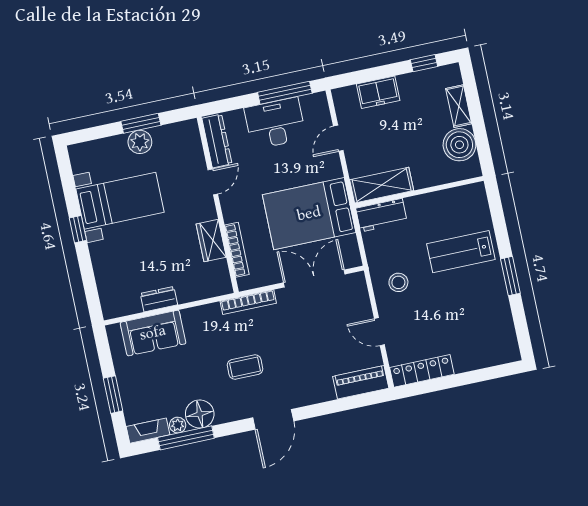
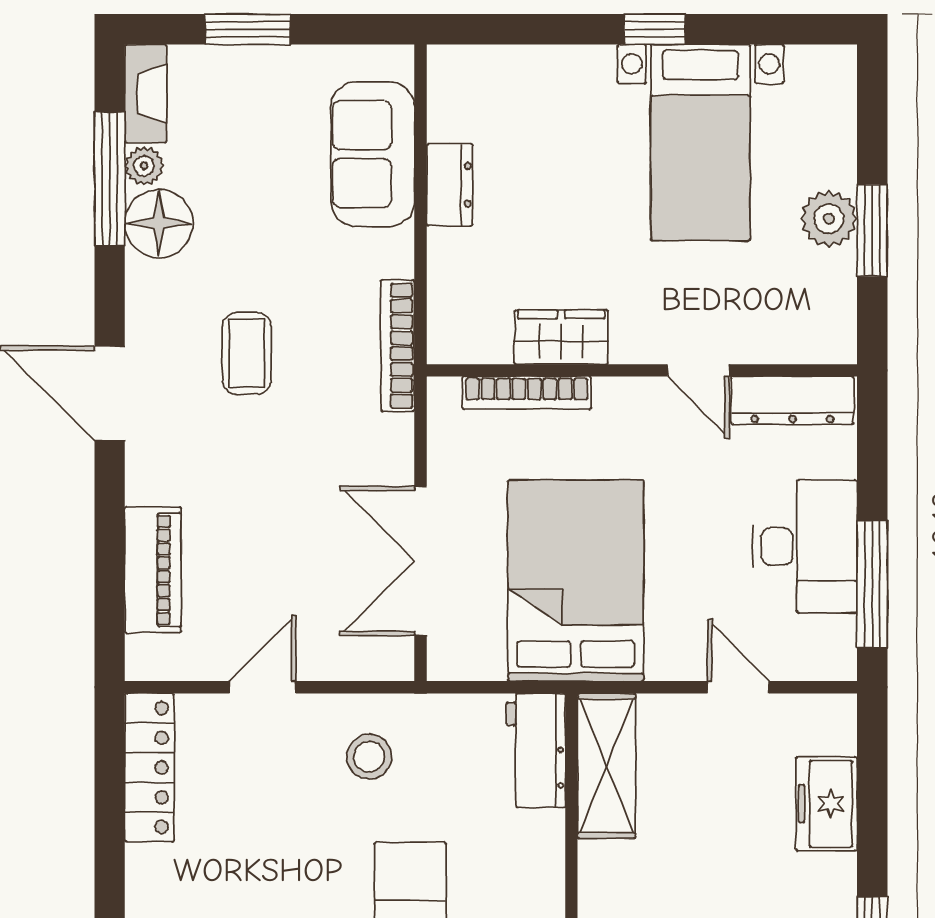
double door: (314, 278) -> (421, 561), swing flipped
bookcase: (248, 302) -> (398, 346), moved
piano: (361, 382) -> (153, 570), moved

